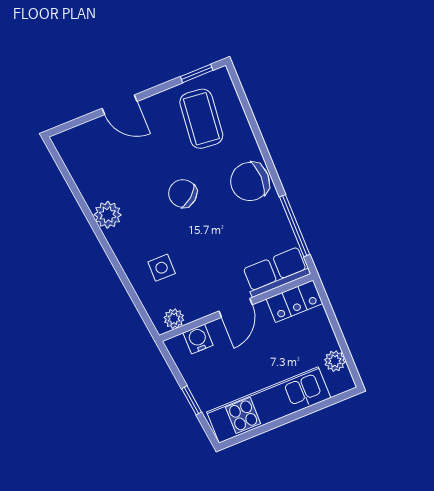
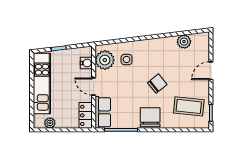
plant: (108, 215) -> (184, 42), moved
plant: (174, 319) -> (105, 60), width x1.88, depth x1.88

